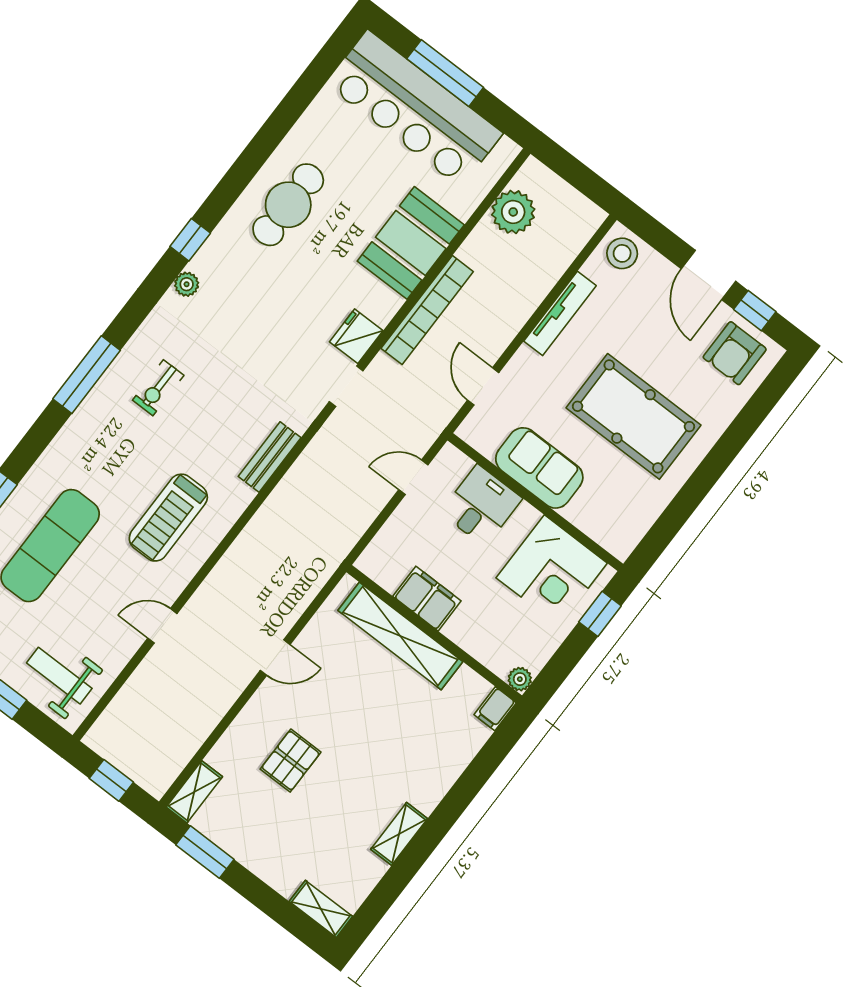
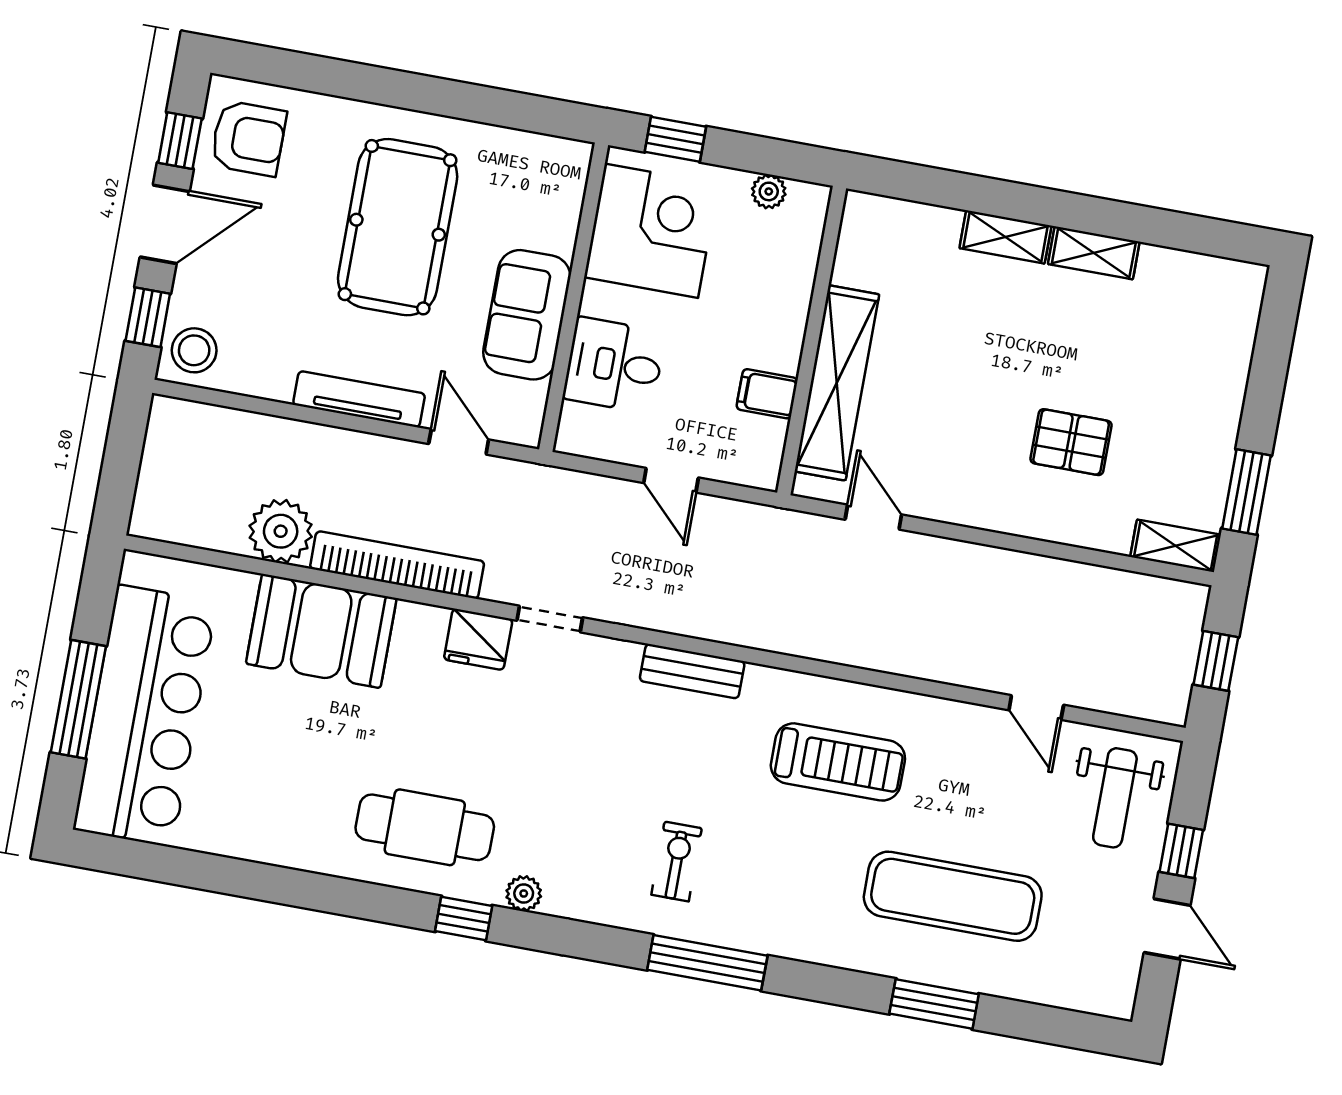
cafe table: (288, 205) -> (425, 827), moved
plant: (513, 212) -> (281, 531), moved
window: (657, 235) -> (148, 317), added
tv unit: (560, 313) -> (359, 399), moved
door: (483, 386) -> (459, 442), swing flipped
exercise bike: (158, 388) -> (677, 861), turned -90
door: (413, 477) -> (671, 480), moved
filing cabinet: (427, 599) -> (767, 394), width x0.50
door: (162, 626) -> (1036, 707), moved
door: (275, 657) -> (873, 517), moved
plant: (520, 679) -> (769, 191), moved
filing cabinet: (495, 709) -> (868, 212), removed
shelving: (321, 909) -> (1005, 237), moved, turned 90

